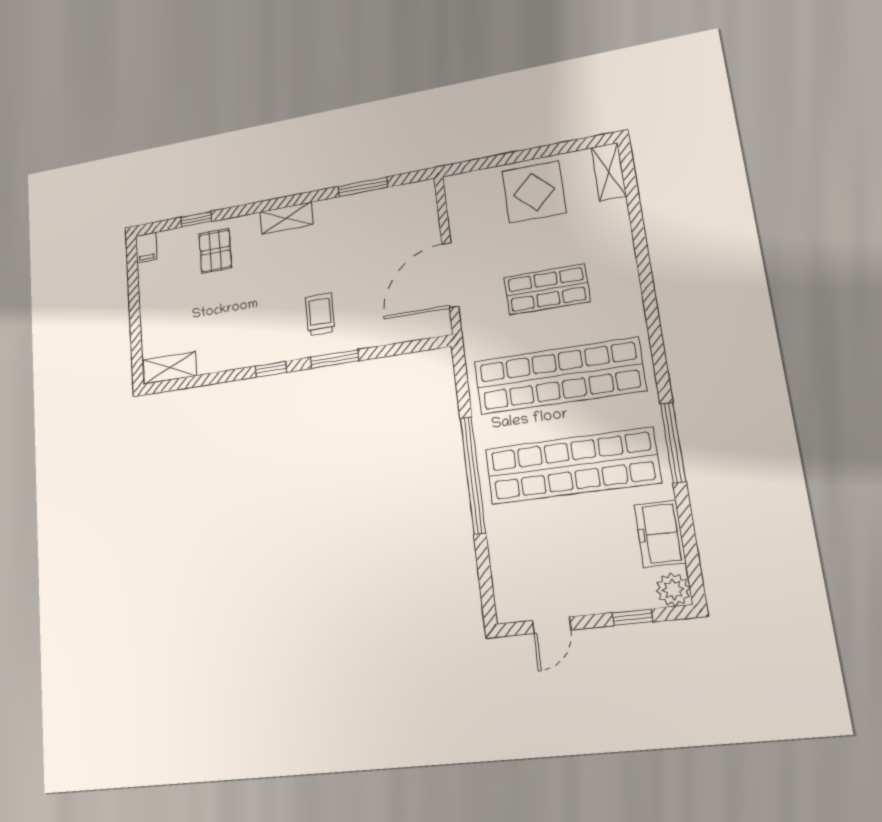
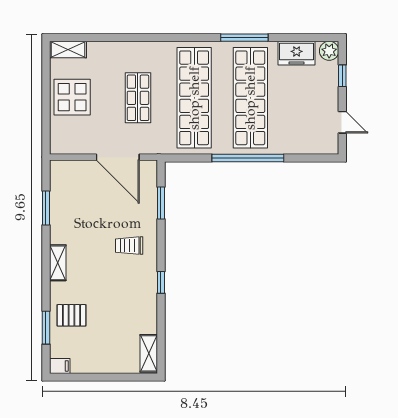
window: (196, 219) -> (46, 328), width x1.50
window: (335, 359) -> (161, 203), moved

